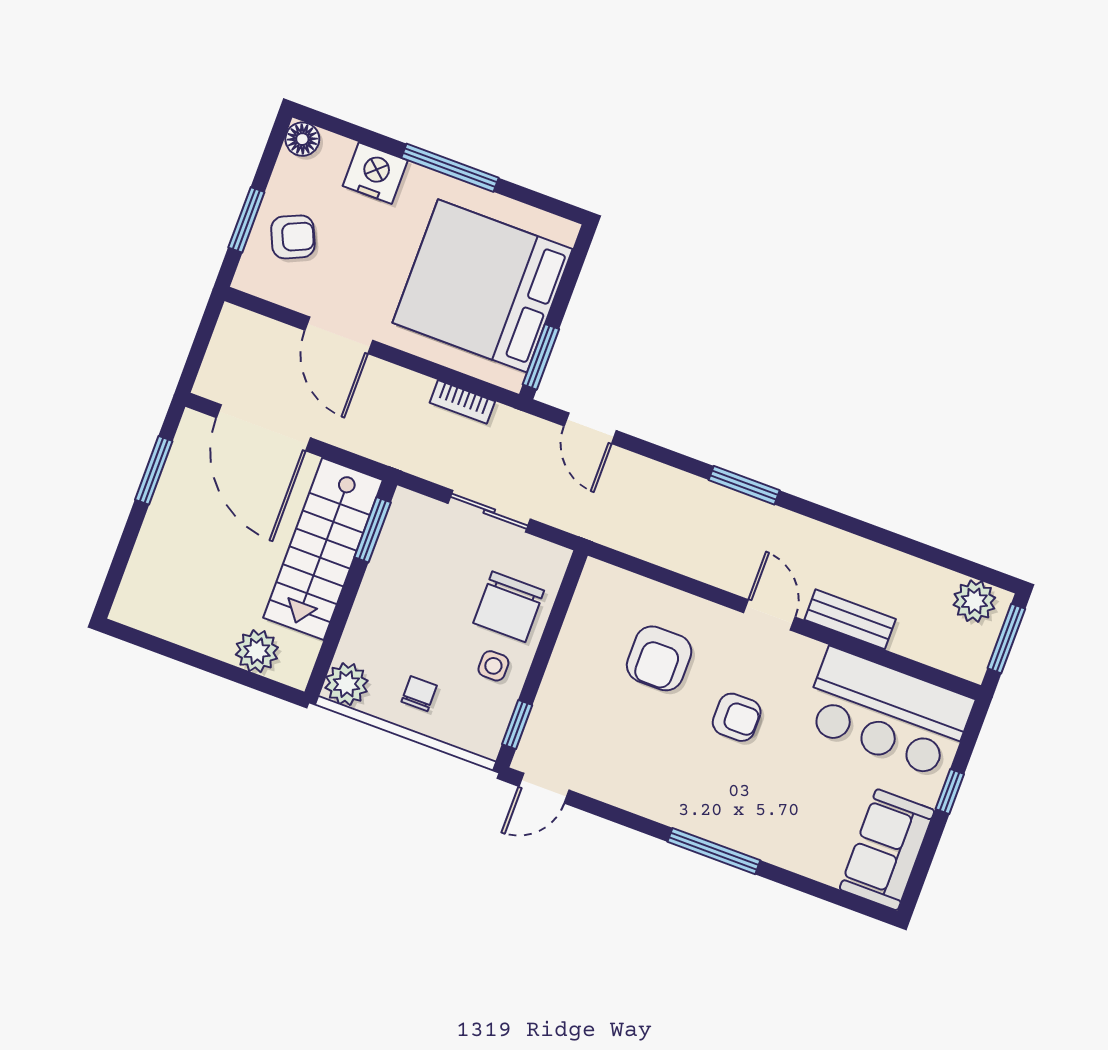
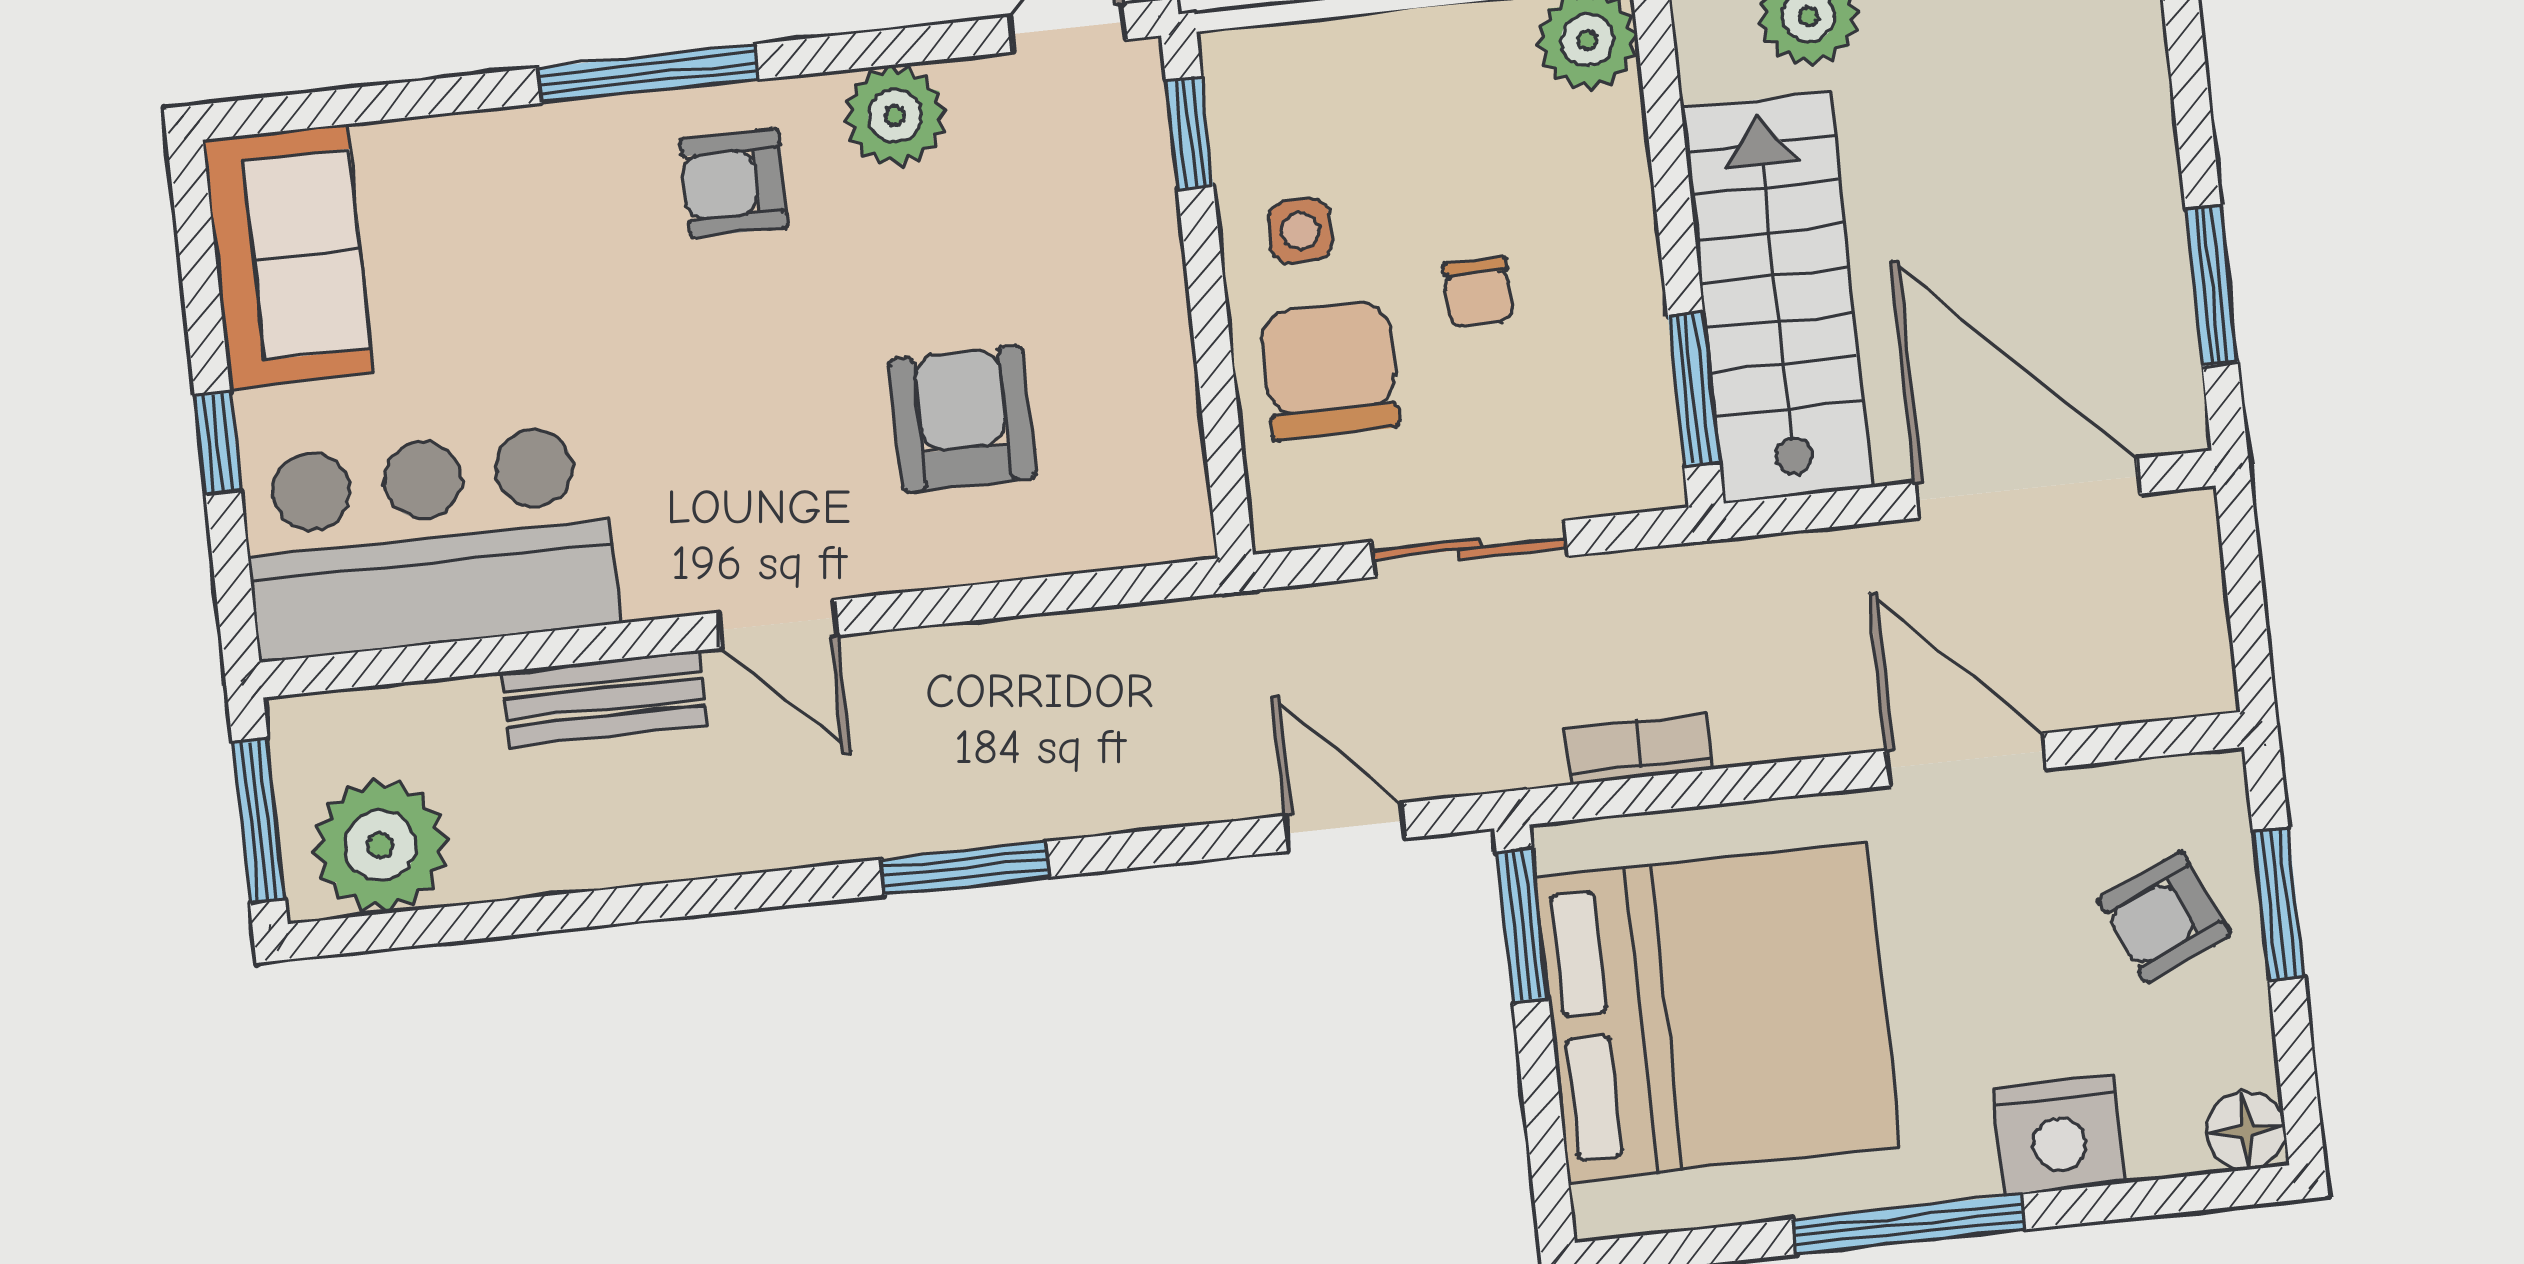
plant: (974, 601) -> (380, 846), width x1.36, depth x1.36
chair: (419, 694) -> (1478, 292), moved
armchair: (737, 717) -> (734, 183), moved
plant: (627, 788) -> (895, 116), added

